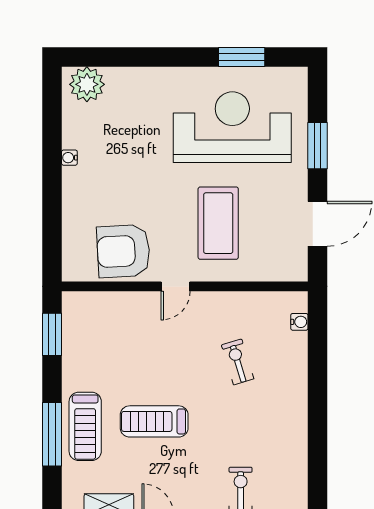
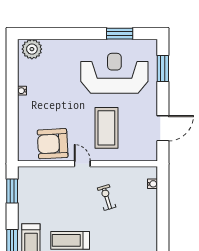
window: (318, 146) -> (163, 69), moved
door: (176, 286) -> (82, 164), swing flipped
exercise bike: (238, 362) -> (107, 197), moved

